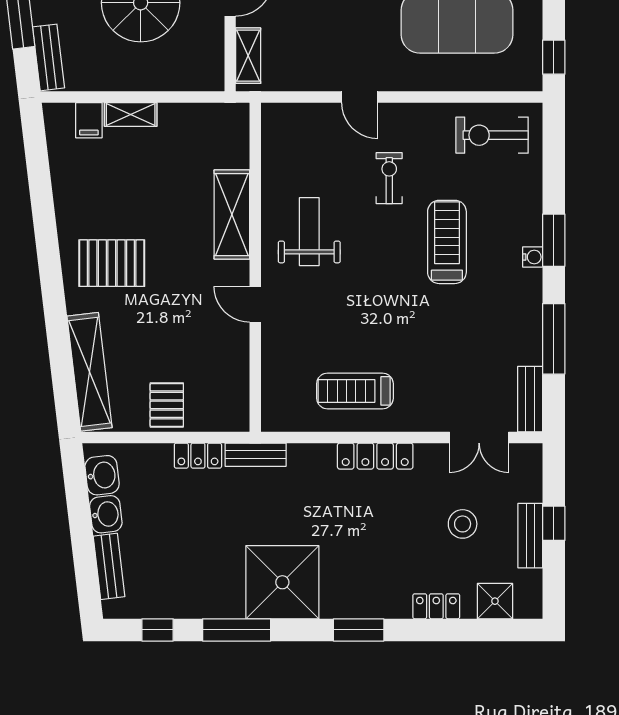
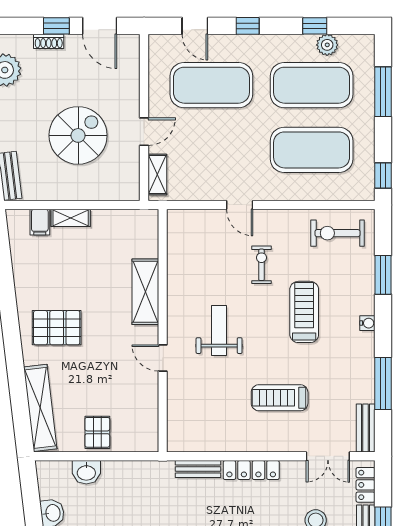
weight bench: (309, 232) -> (219, 331), moved
window: (554, 240) -> (383, 275), moved
treadmill: (355, 391) -> (280, 398), moved
bench: (256, 455) -> (198, 469), moved
locker: (198, 456) -> (365, 485), moved, turned 90
washbasin: (102, 475) -> (86, 472), moved, turned 97

